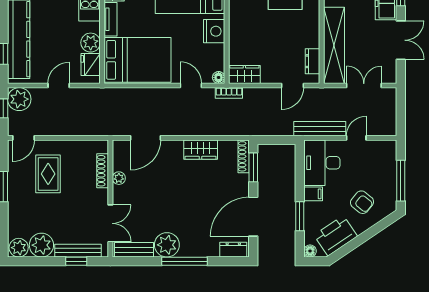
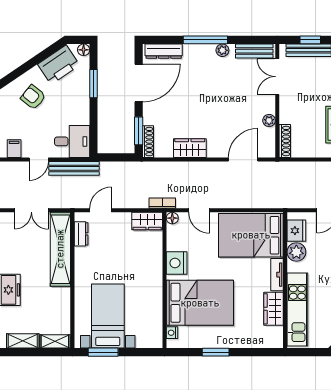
desk: (322, 163) -> (72, 141), width x0.73
shoe rack: (103, 171) -> (285, 141), moved
filing cabinet: (313, 194) -> (14, 149), moved, turned 90
plant: (167, 245) -> (222, 50), width x0.53, depth x0.53
dresser: (233, 250) -> (164, 51), width x1.44

